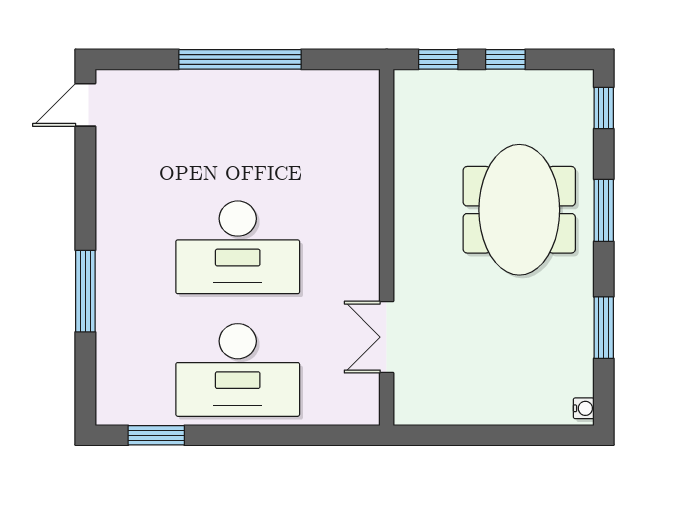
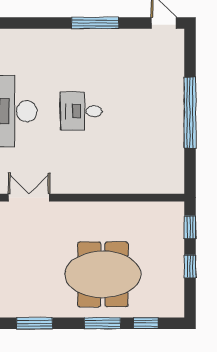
window: (604, 108) -> (146, 323), moved
desk: (238, 247) -> (81, 111), width x0.53, depth x0.77
window: (85, 291) -> (95, 23), moved

